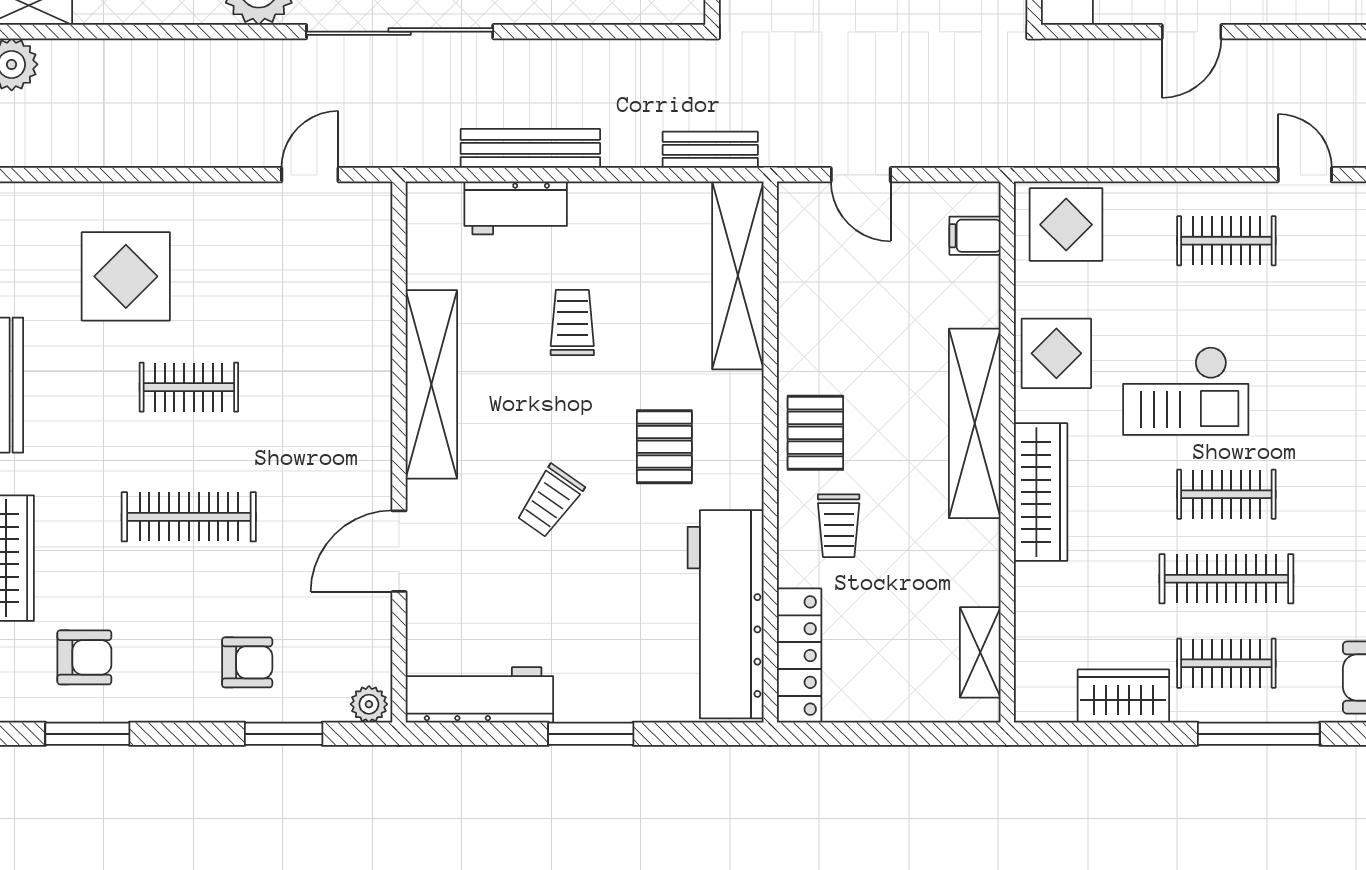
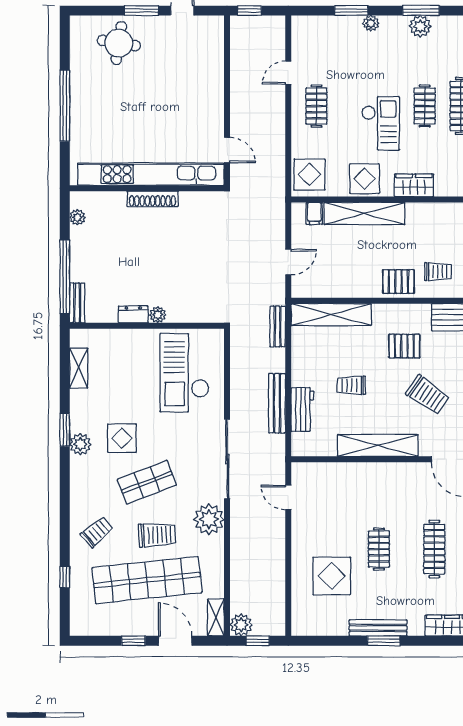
door: (1192, 32) -> (227, 150), moved
shelving: (975, 423) -> (364, 213), moved
wardrobe: (1041, 492) -> (414, 185), width x0.67
trolley: (550, 501) -> (428, 395), width x1.36, depth x1.39

